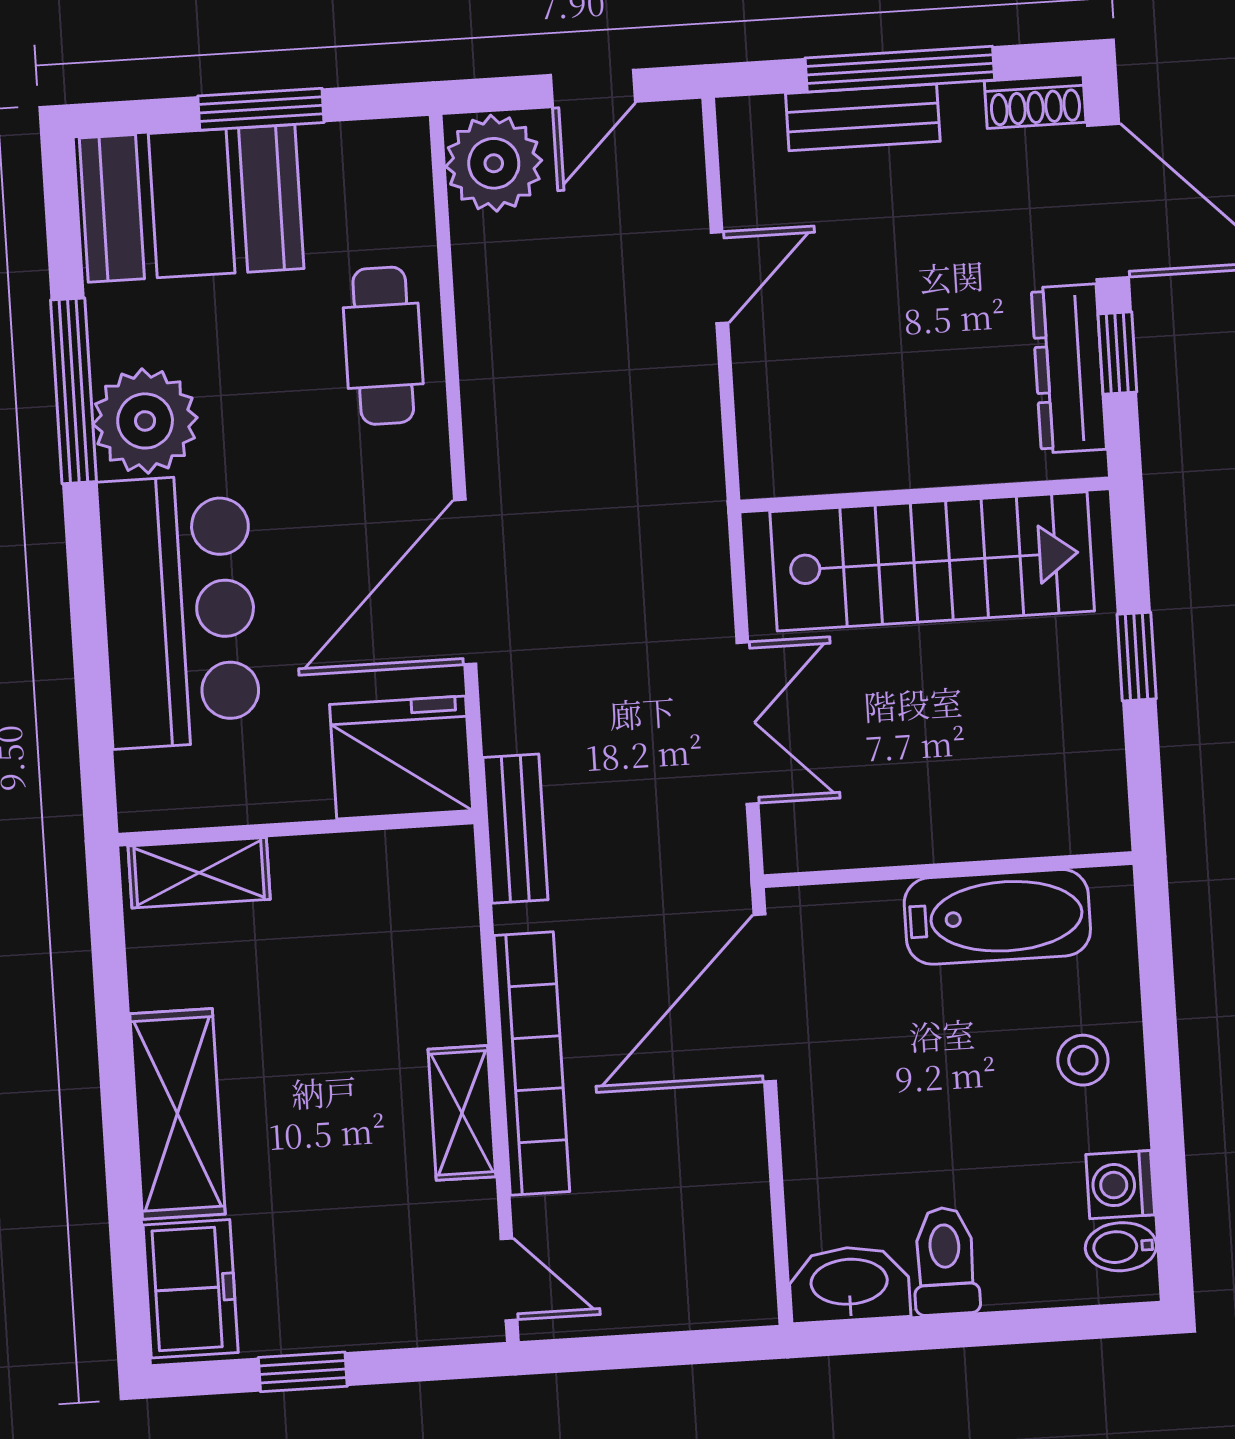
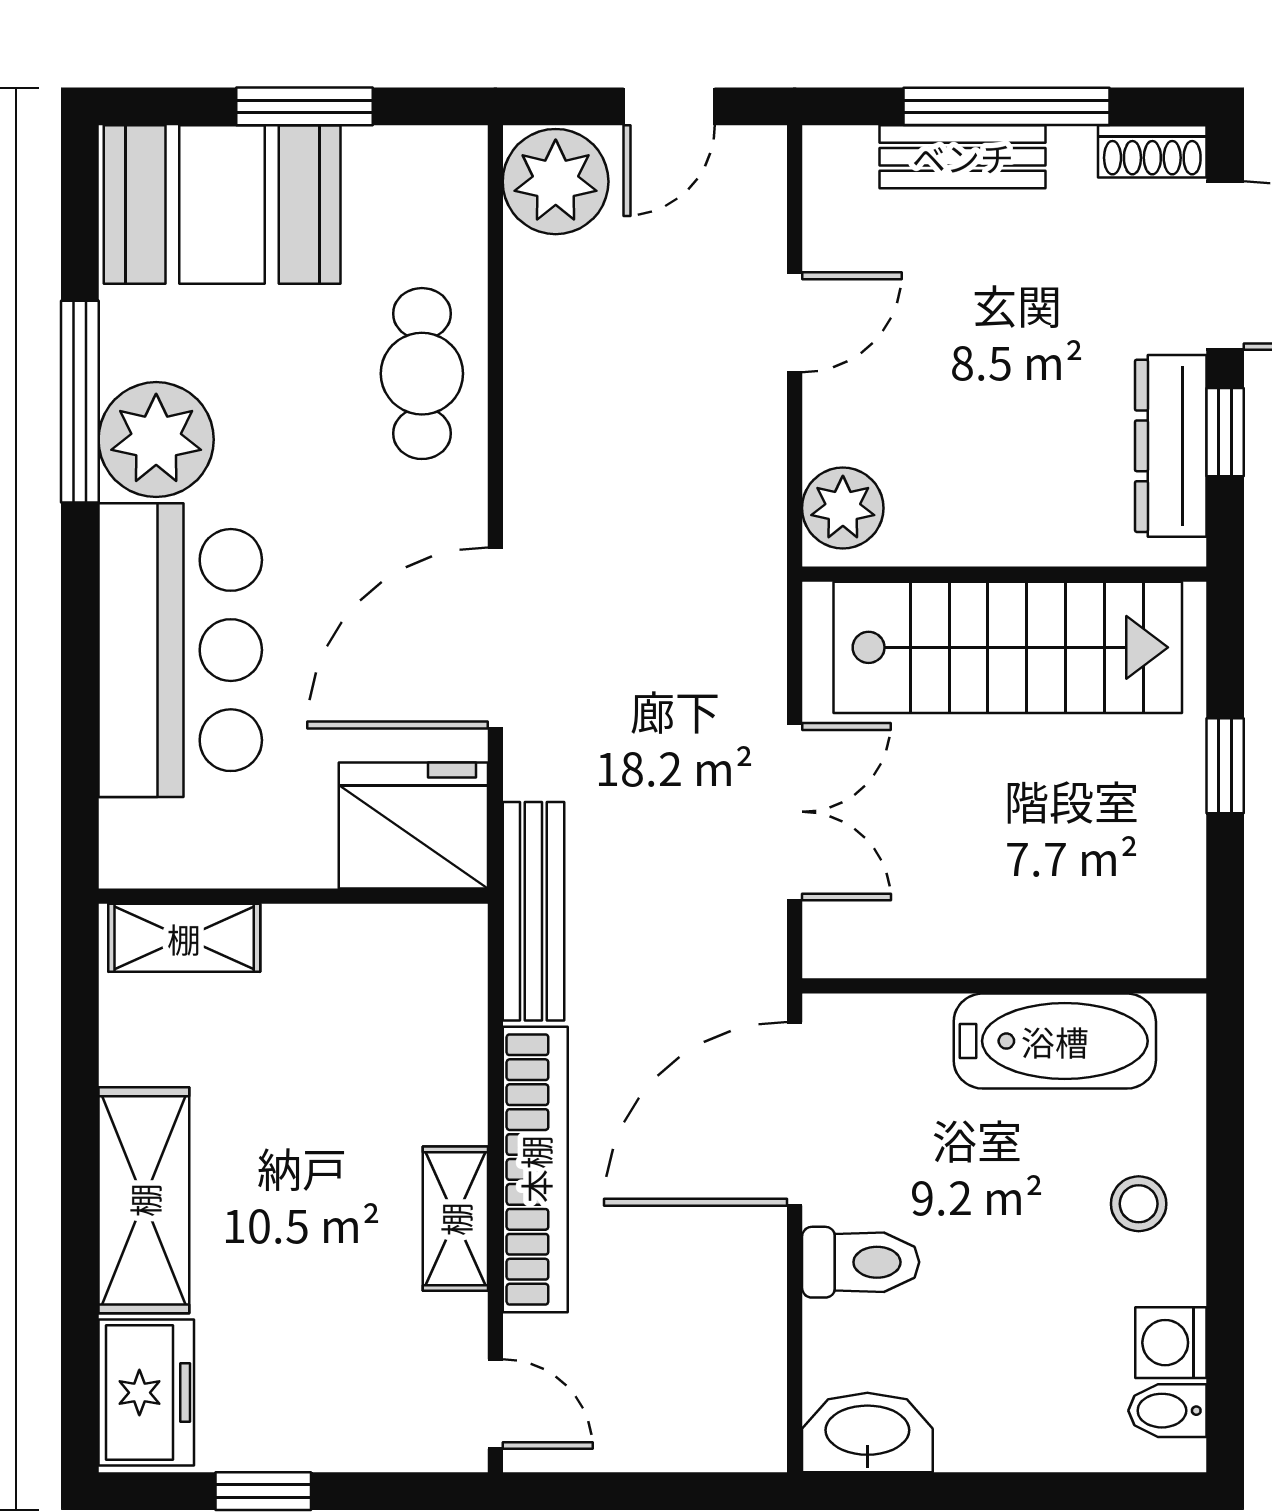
plant: (774, 444) -> (843, 508), added
bench: (515, 829) -> (533, 911), width x1.36
toilet: (945, 1261) -> (861, 1262), moved, turned 90

